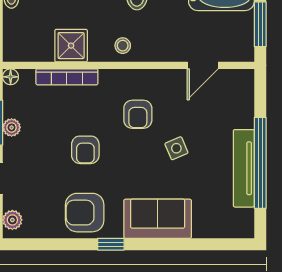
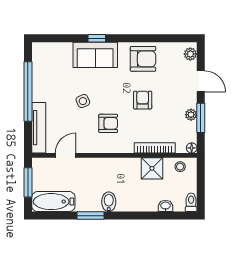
stool: (123, 46) -> (180, 167), moved
armchair: (138, 114) -> (108, 123), turned 90
tv unit: (244, 168) -> (39, 128), moved
window: (111, 244) -> (97, 38), moved

